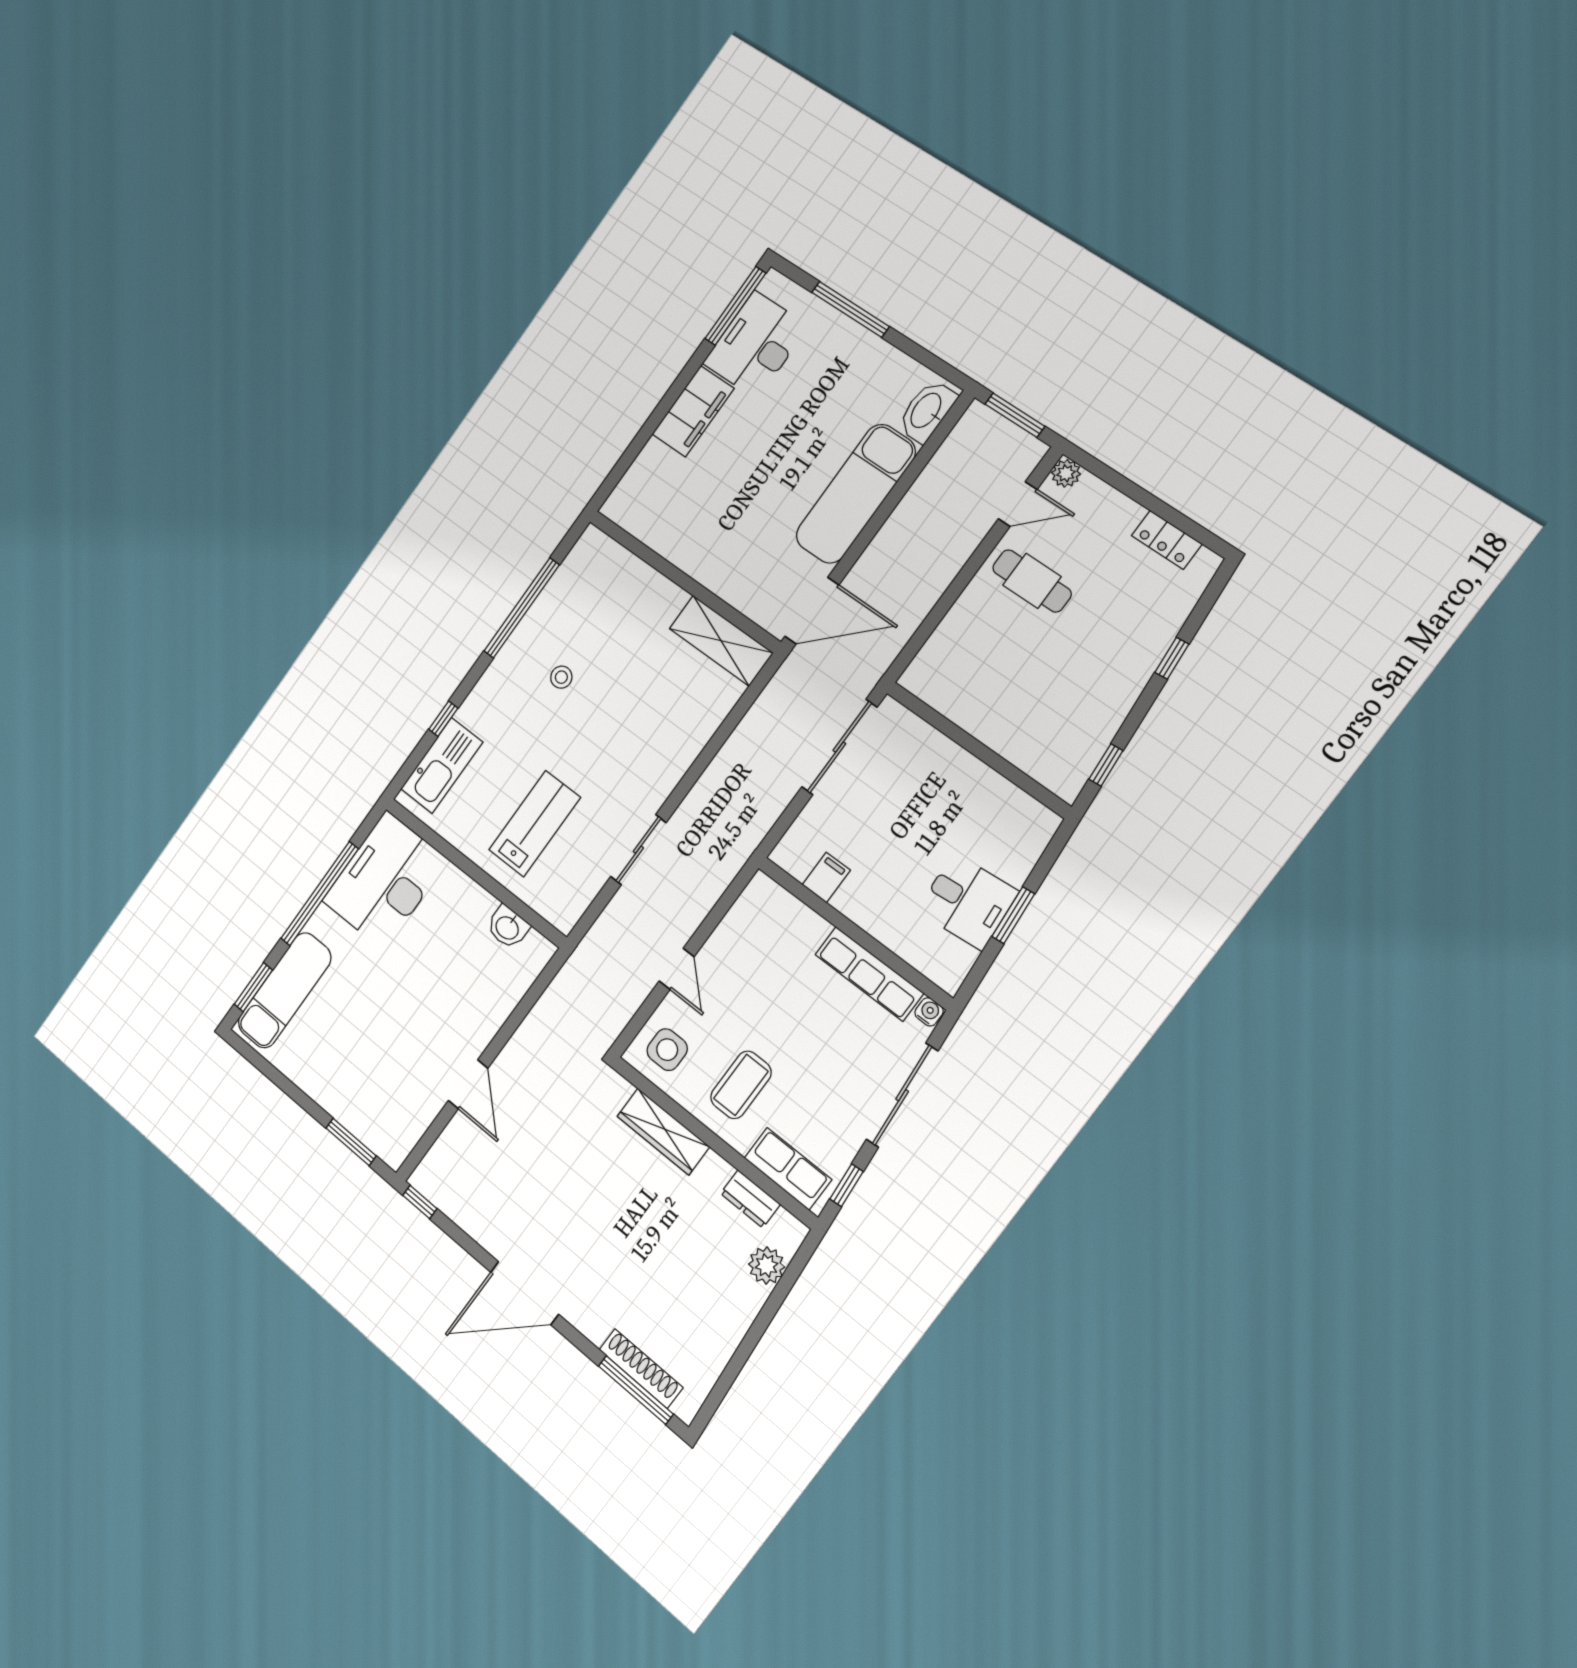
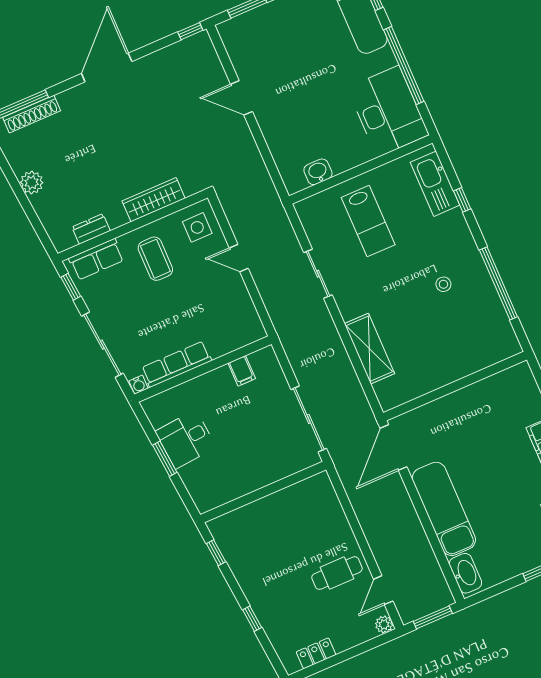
shelving: (721, 641) -> (369, 349), moved, turned 90
plant: (767, 1266) -> (32, 182), moved

